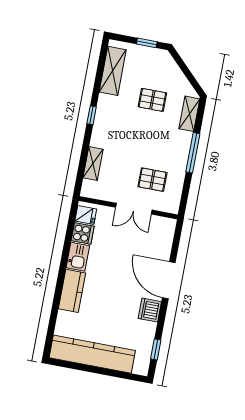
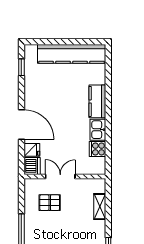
fridge: (86, 215) -> (32, 150), moved, turned 180
dishwasher: (150, 310) -> (32, 166), moved

